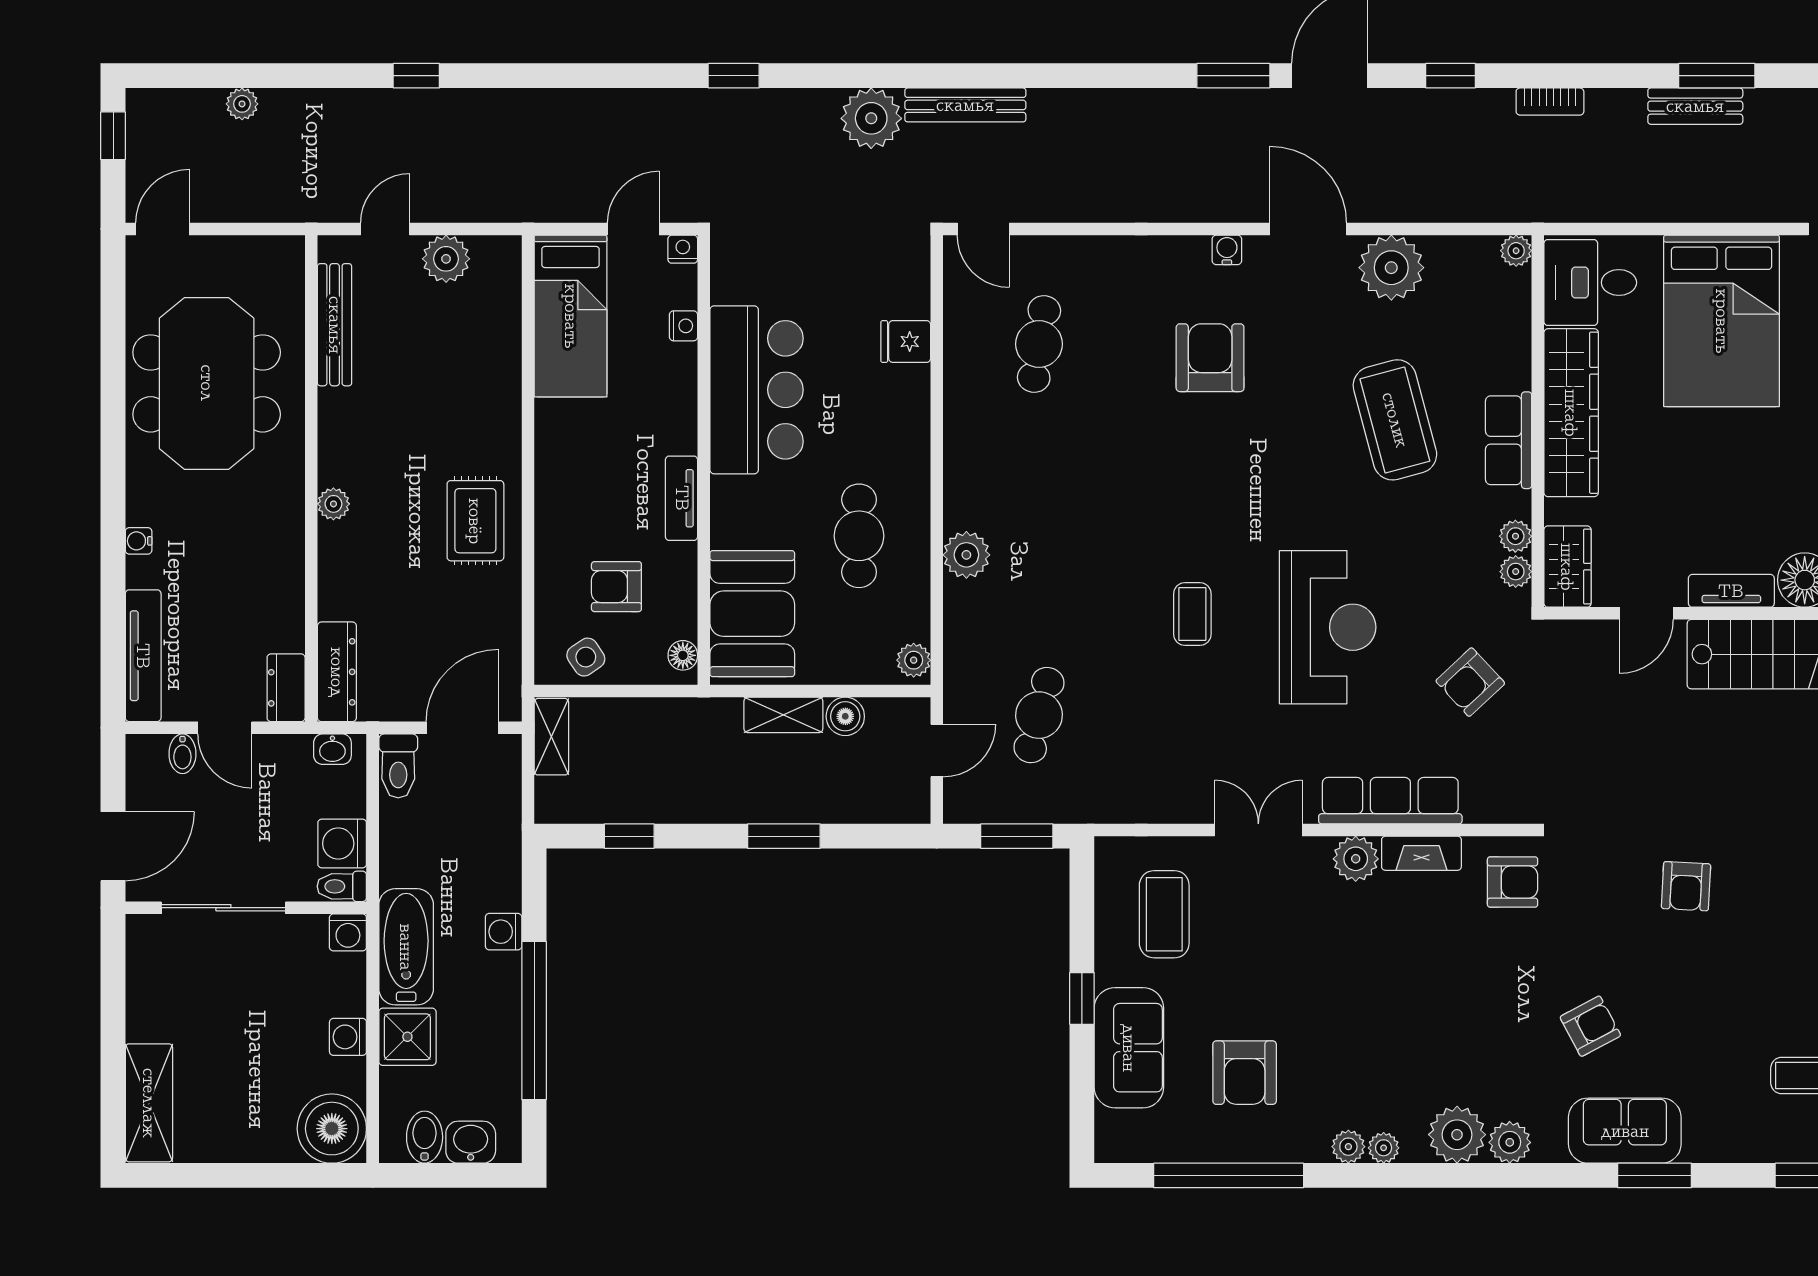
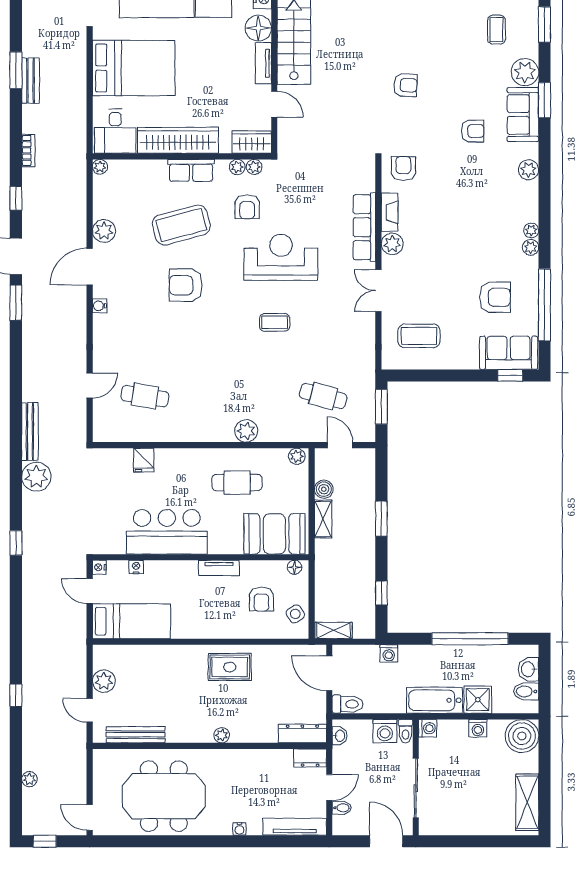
door: (983, 229) -> (90, 385), moved
plant: (1391, 268) -> (104, 231), width x0.73, depth x0.73
armchair: (1210, 358) -> (186, 285), moved
armchair: (1470, 682) -> (247, 207), moved, turned 43
washing machine: (504, 932) -> (389, 653), moved
window: (1082, 998) -> (510, 375), moved
armchair: (1590, 1026) -> (473, 131), turned 118
sofa: (1129, 1048) -> (509, 353), moved
shelving: (149, 1103) -> (527, 802), moved, turned 90
plant: (1457, 1135) -> (525, 72), moved

